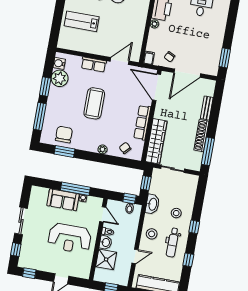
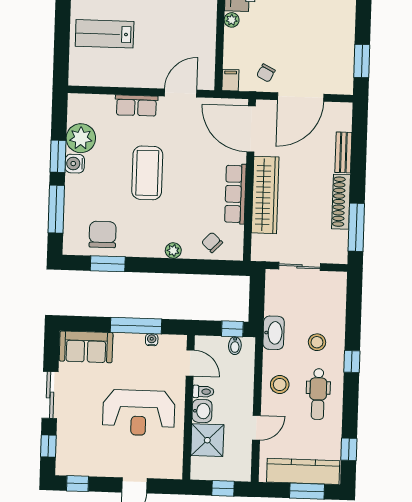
water cooler: (59, 63) -> (75, 164), moved
wardrobe: (156, 141) -> (265, 195), moved
window: (146, 183) -> (257, 298), removed
sofa: (63, 200) -> (86, 347), moved
window: (188, 260) -> (349, 449), moved

